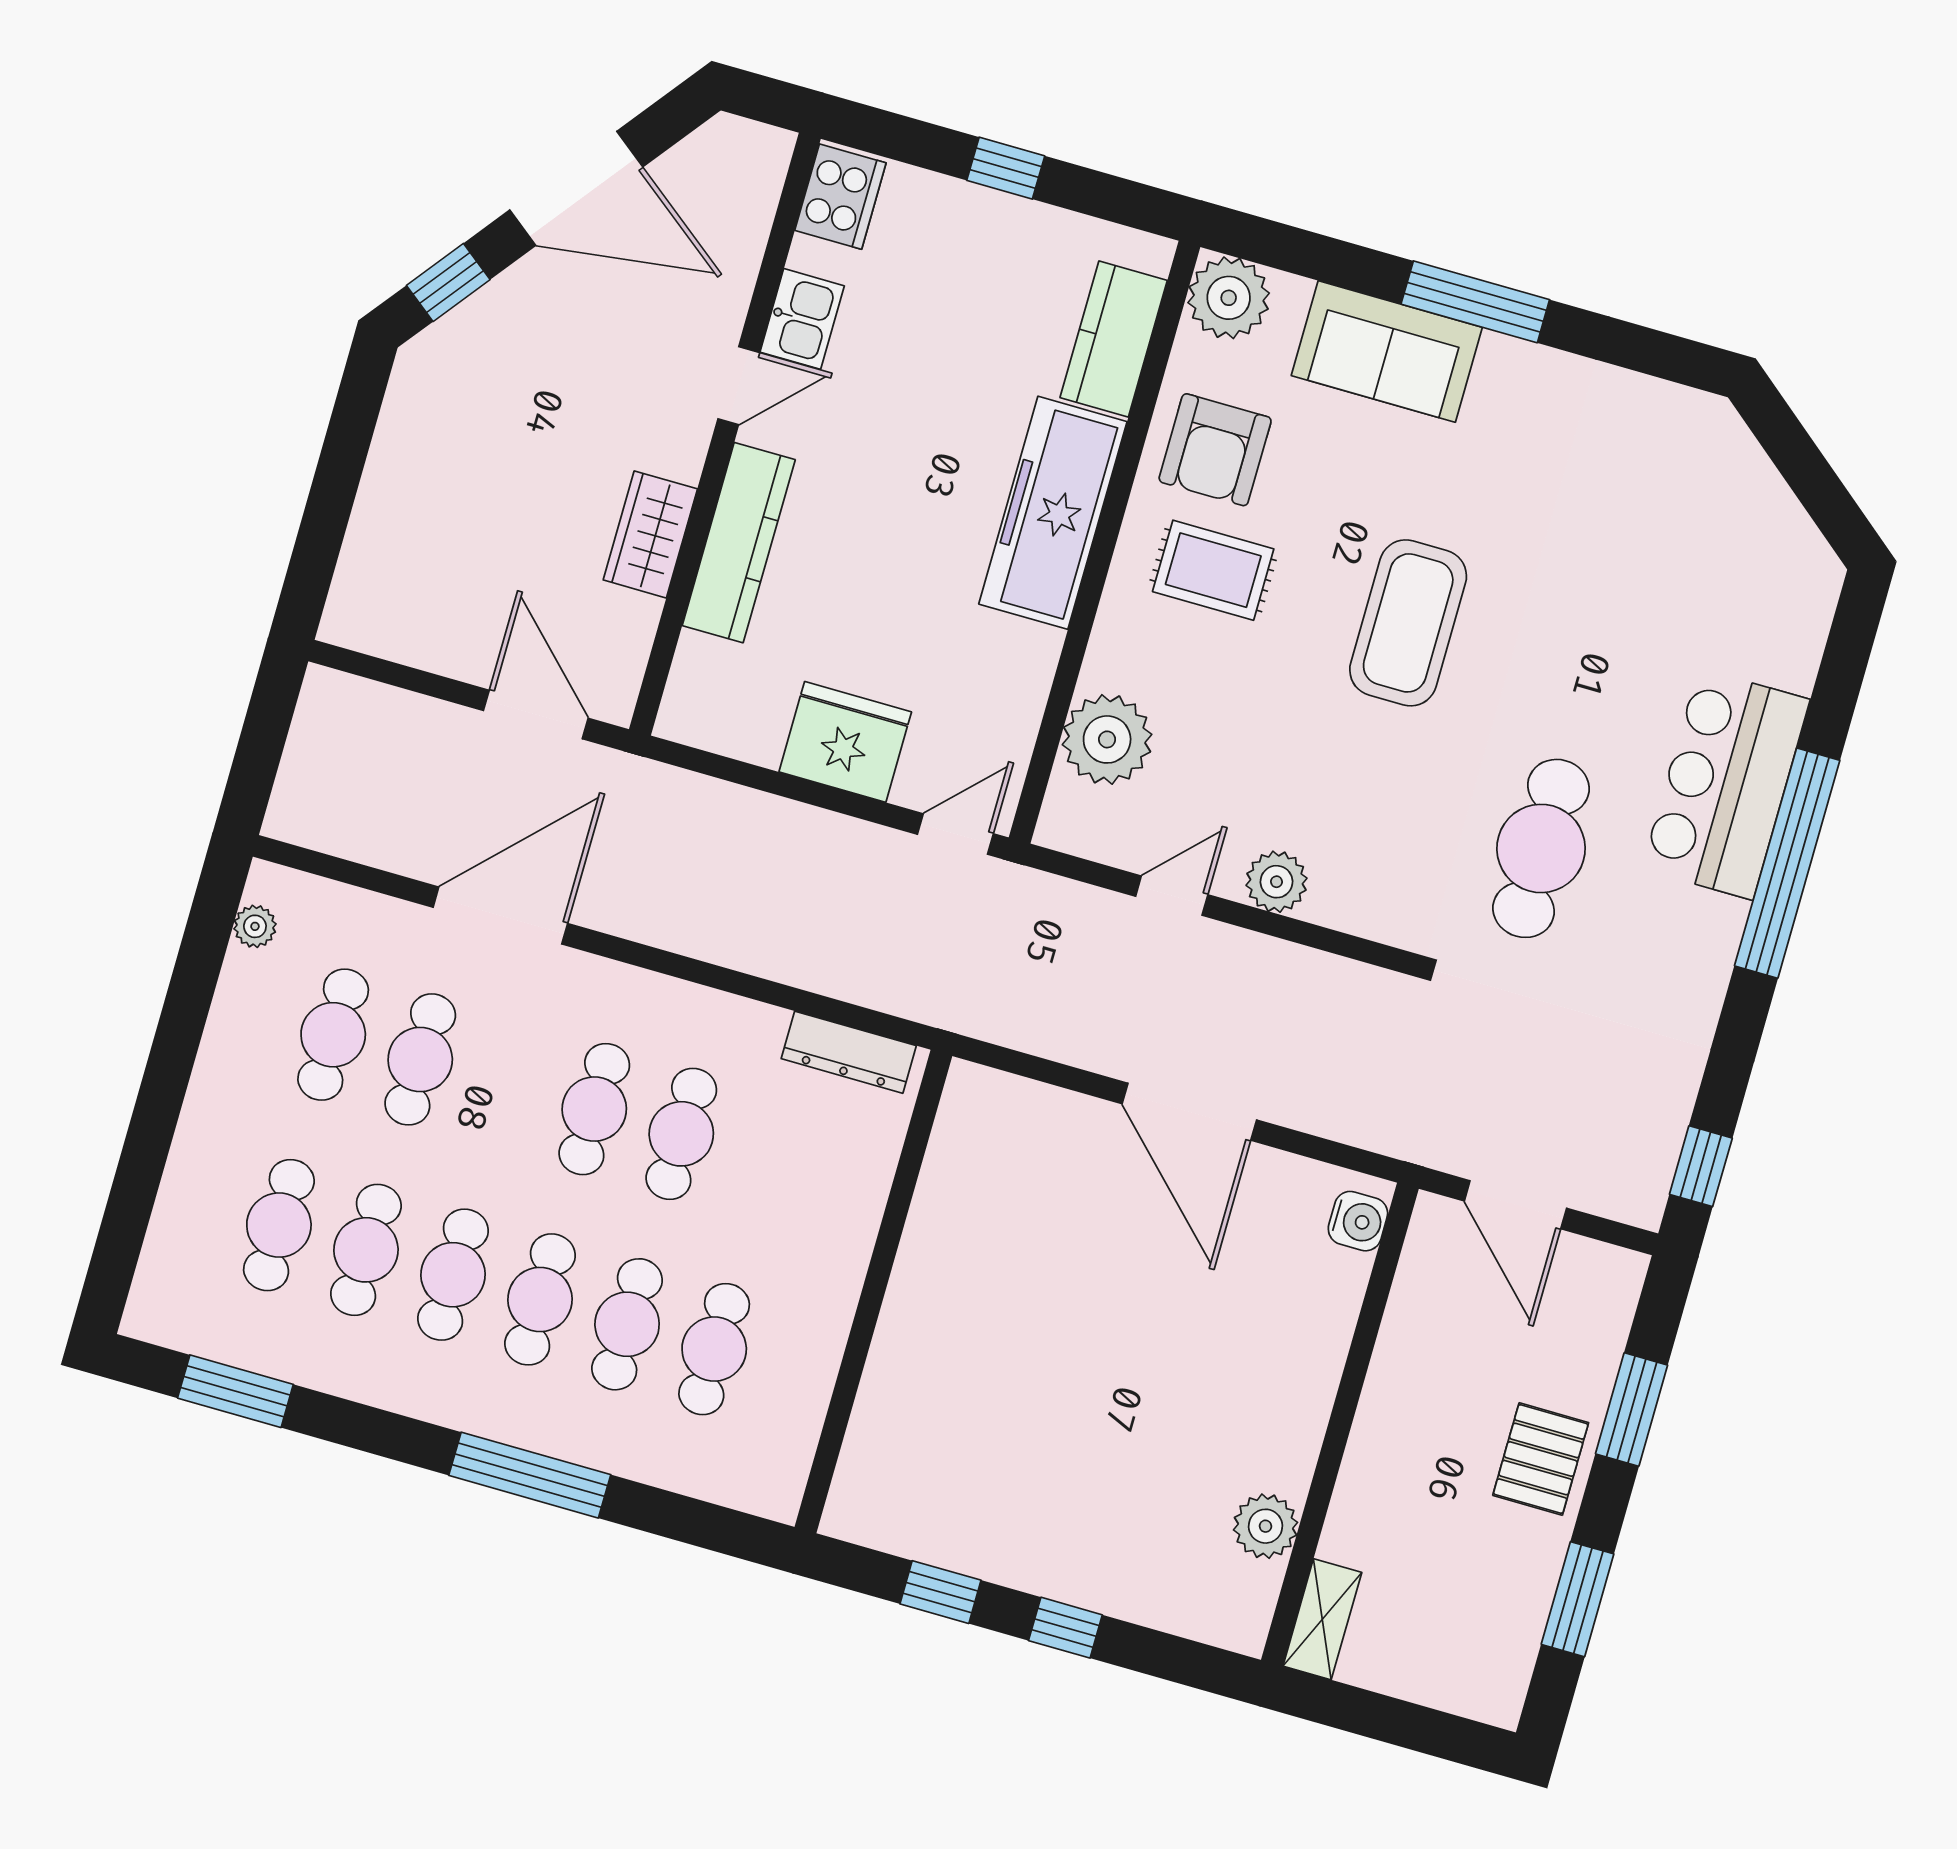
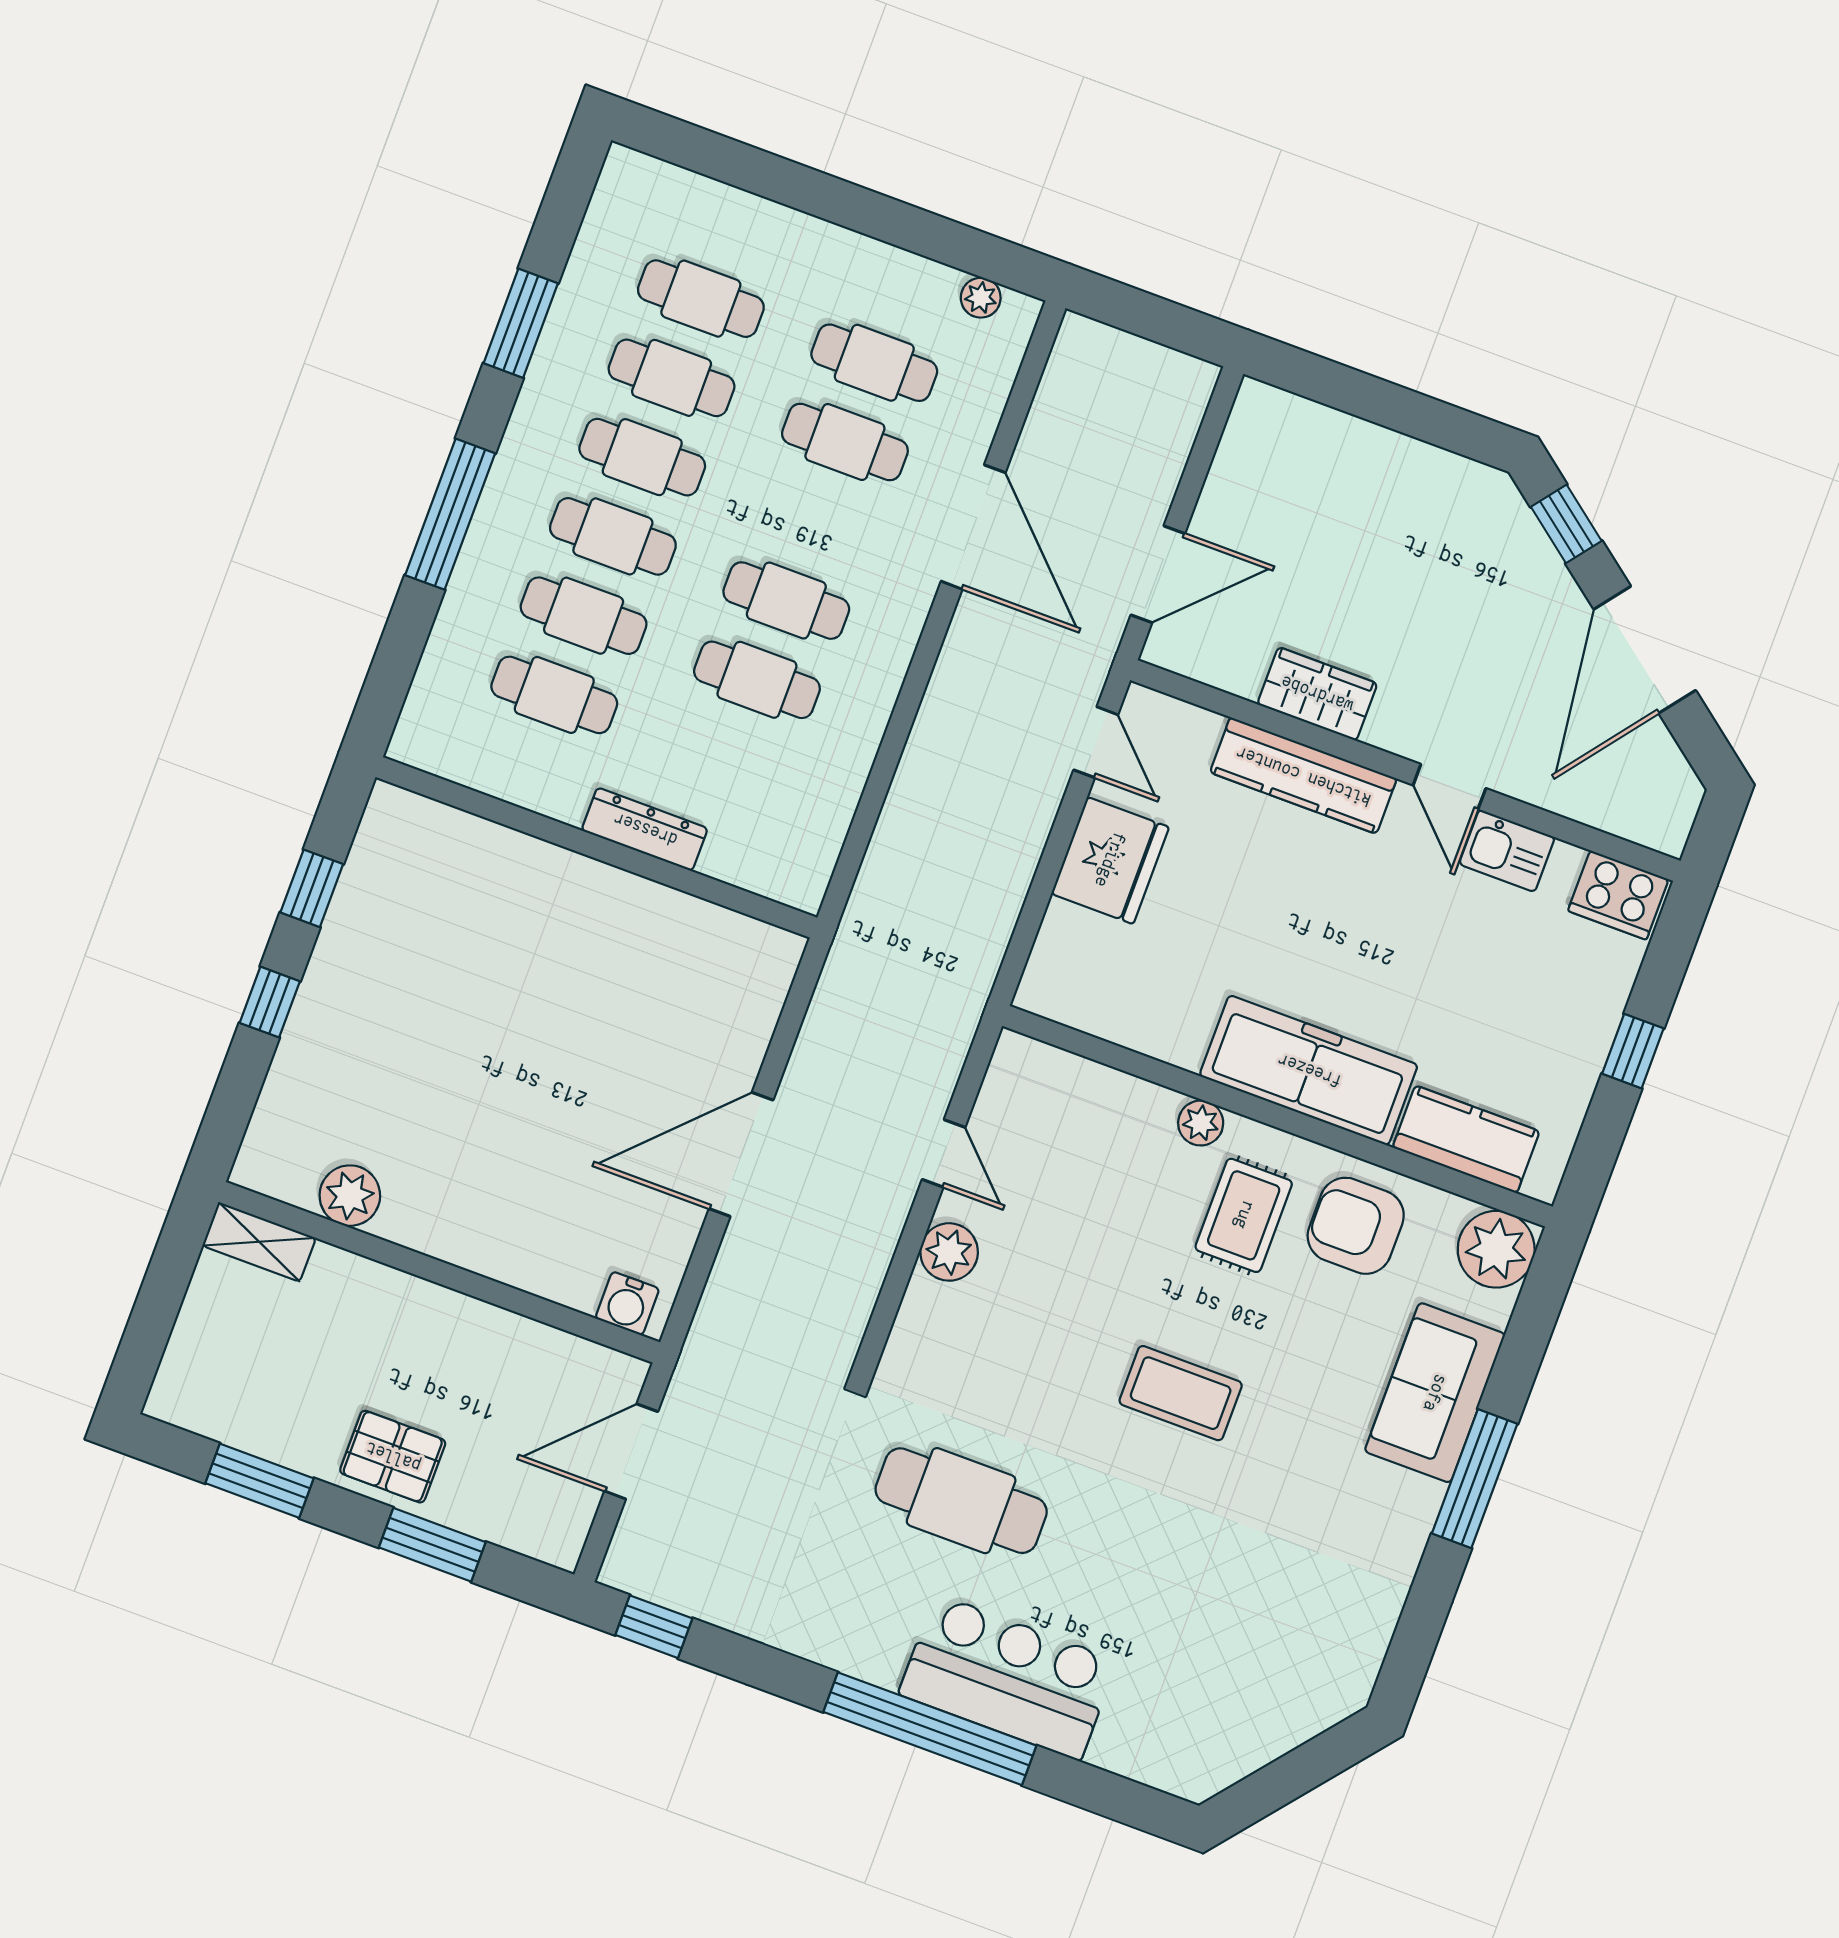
coffee table: (1408, 623) -> (1181, 1393), width x0.73, depth x0.76
plant: (1107, 739) -> (1201, 1123), moved, width x0.53, depth x0.53
door: (955, 834) -> (1096, 742), moved
dresser: (849, 1052) -> (645, 829), moved, turned 90
window: (235, 1391) -> (521, 323), moved

